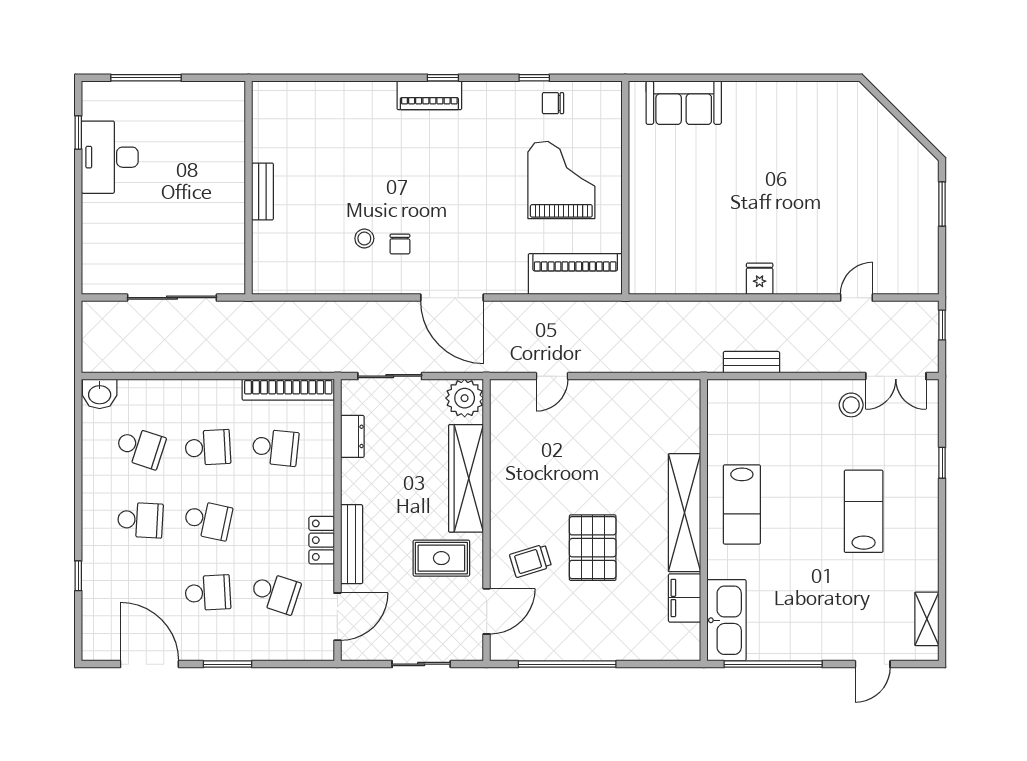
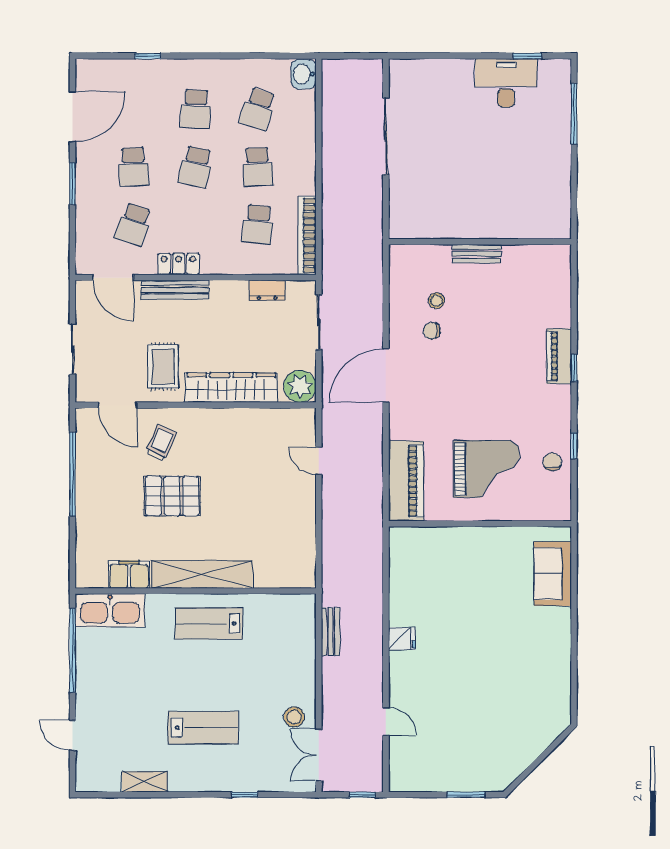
wall: (248, 188) -> (480, 242), moved
bench: (262, 192) -> (477, 254), moved
trolley: (530, 561) -> (161, 443), turned 41
shelving: (927, 619) -> (145, 782), moved

